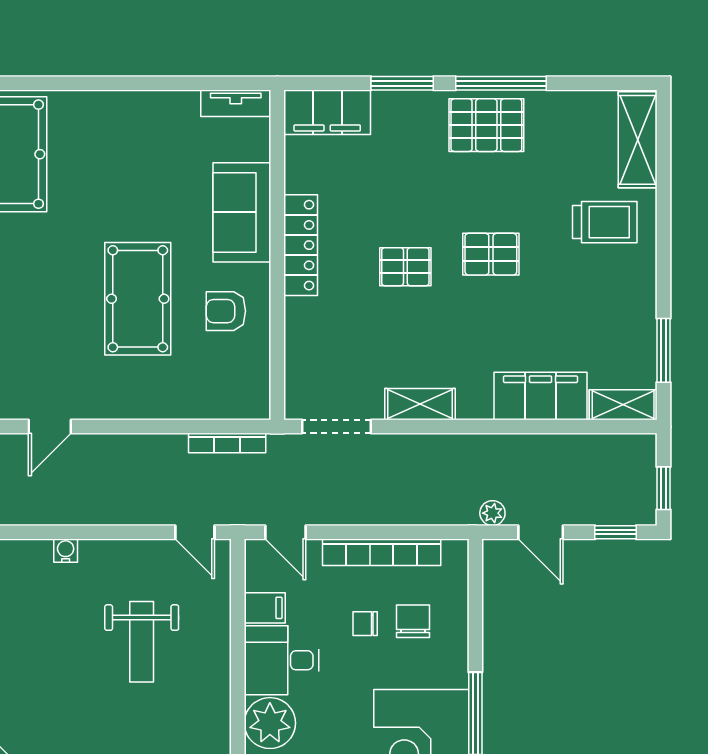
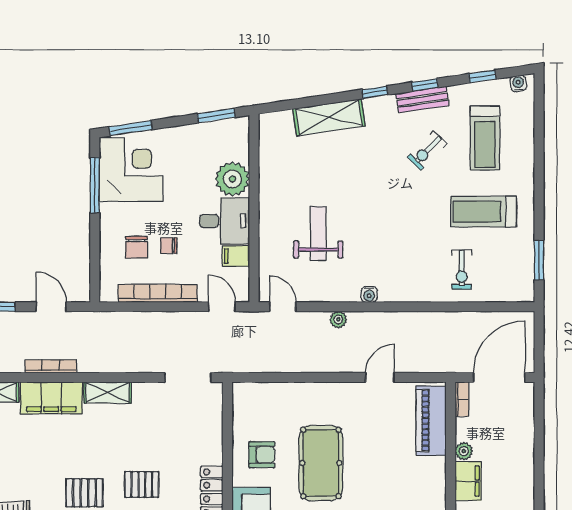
shelving: (420, 404) -> (108, 392), moved
bookcase: (227, 443) -> (51, 366), moved
plant: (492, 513) -> (338, 320), moved
chair: (365, 624) -> (169, 246), turned 180

